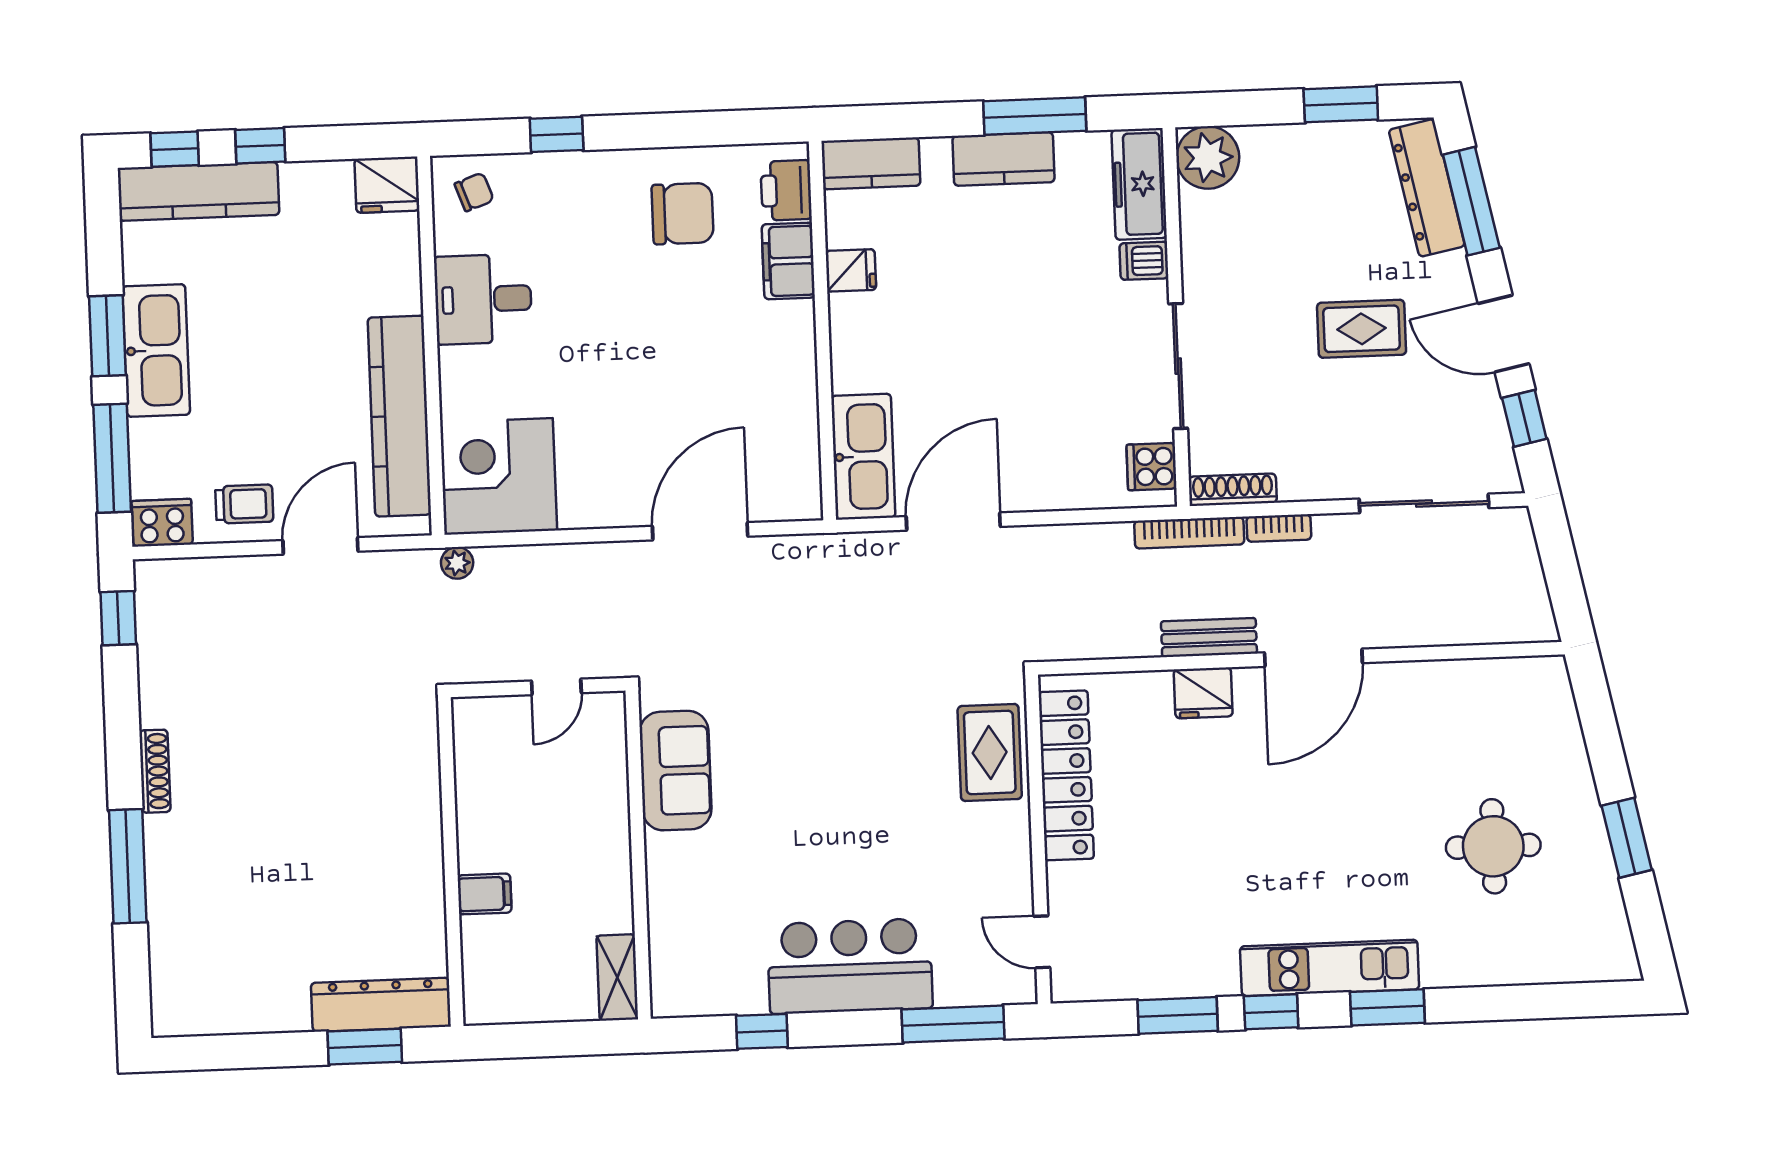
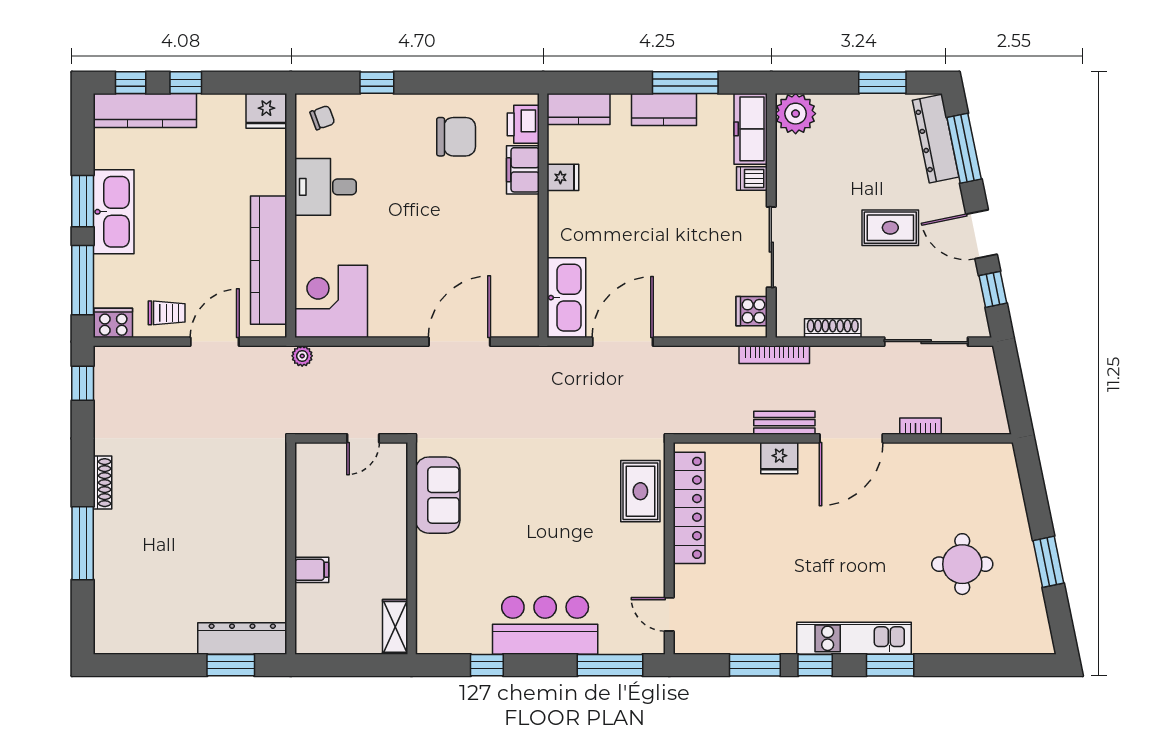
shoe rack: (1233, 490) -> (833, 328), moved
bookcase: (1279, 528) -> (921, 426), moved, turned 180

